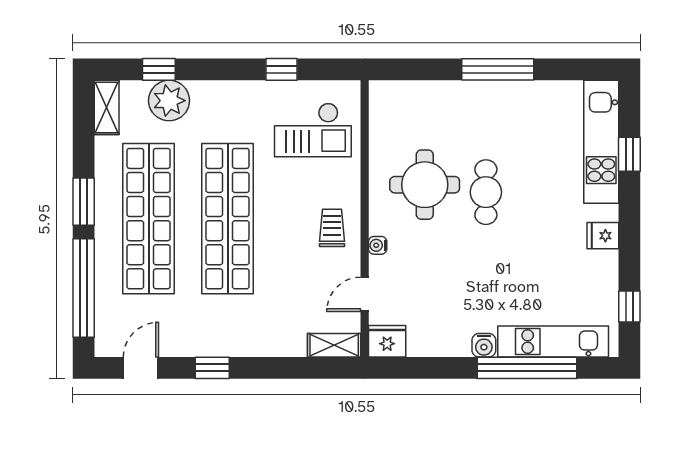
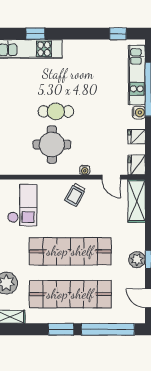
trolley: (332, 228) -> (75, 195), turned -61
fridge: (603, 236) -> (137, 137), moved, turned 90
plant: (212, 342) -> (137, 260), added
shelving: (334, 345) -> (137, 201), width x1.50, depth x1.33

